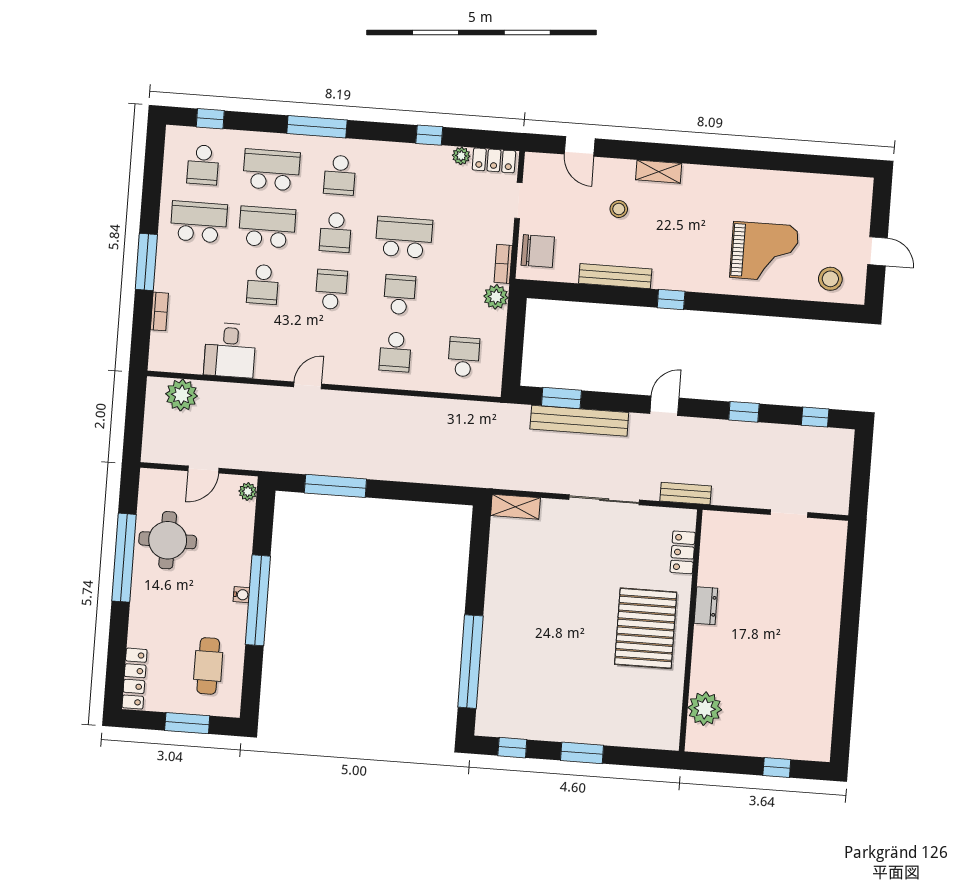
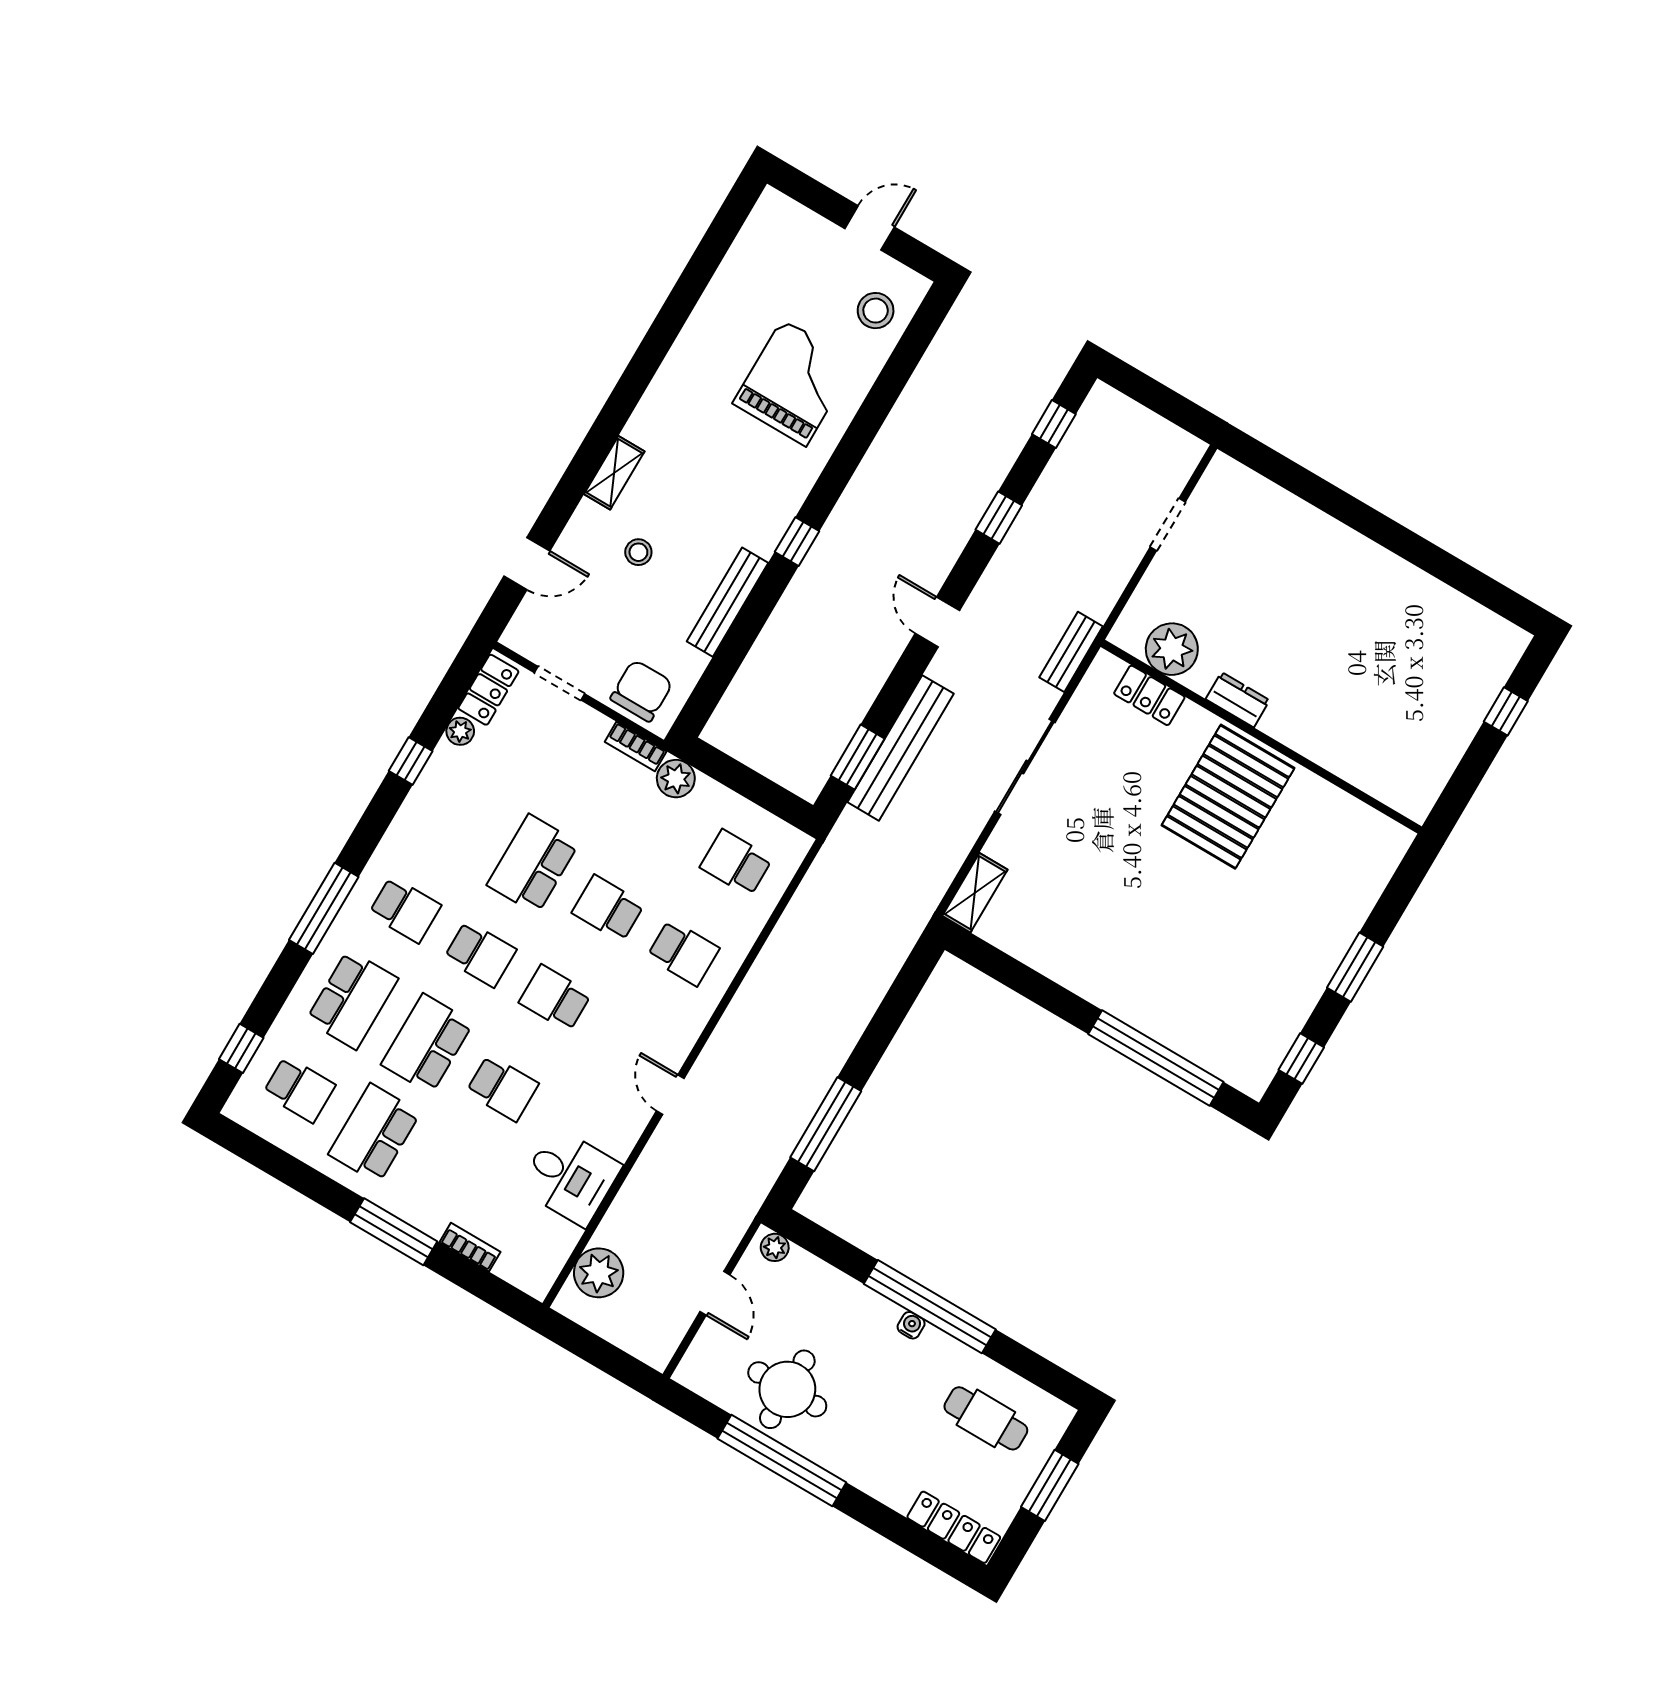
school desk: (271, 170) -> (352, 999), turned 180
pallet: (646, 628) -> (1228, 797), turned 90
plant: (705, 709) -> (1172, 649), moved

